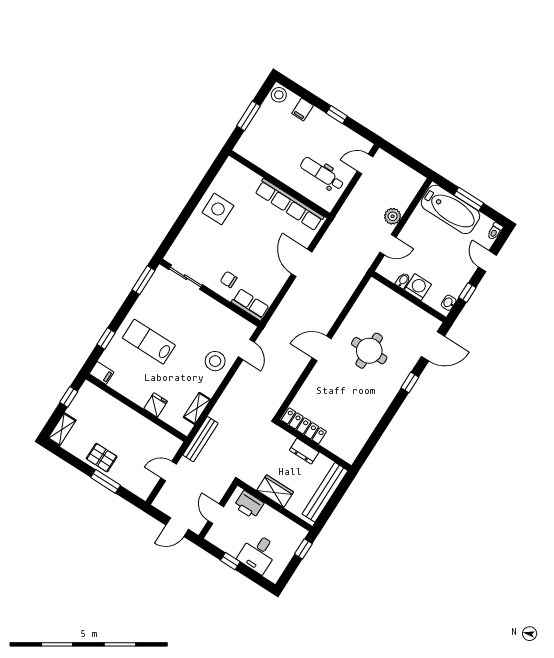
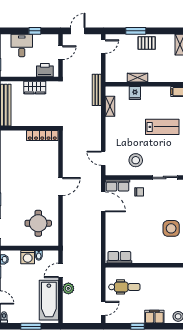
filing cabinet: (303, 109) -> (154, 317), width x2.00
row of seats: (289, 205) -> (119, 257), width x0.50
bathtub: (450, 209) -> (49, 300), moved, turned -90
door: (302, 263) -> (103, 202), moved
round table: (369, 351) -> (38, 223), moved
stool: (215, 361) -> (136, 160), moved
shelving: (140, 422) -> (137, 78), added
dresser: (304, 451) -> (33, 121), removed
door: (169, 471) -> (103, 47), moved
door: (216, 514) -> (60, 53), hinge flipped

